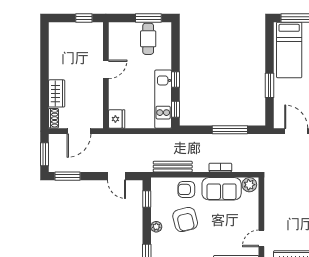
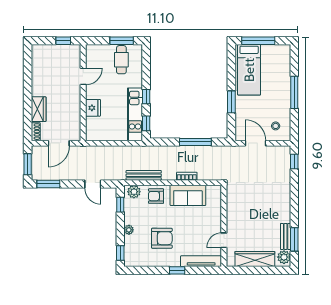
door: (106, 69) -> (83, 76), moved
fridge: (117, 119) -> (93, 108), moved
plant: (249, 185) -> (134, 192), moved
armchair: (185, 220) -> (162, 238), moved, turned -76

